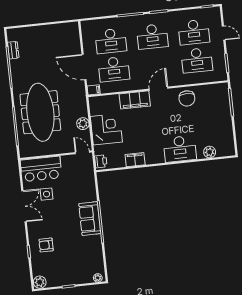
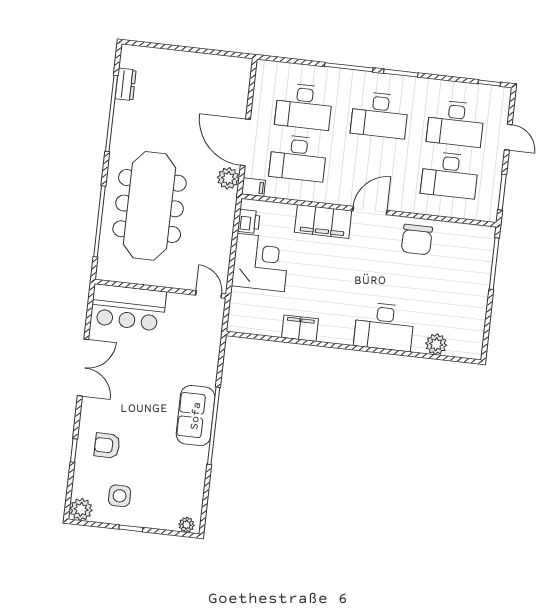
plant: (83, 124) -> (228, 178), moved
printer: (101, 161) -> (249, 221), moved
side table: (47, 194) -> (120, 496), moved

